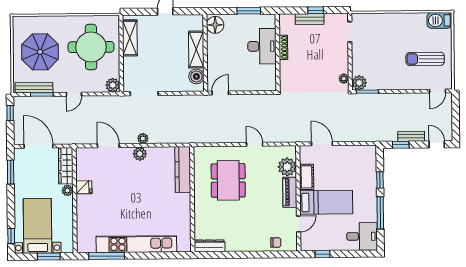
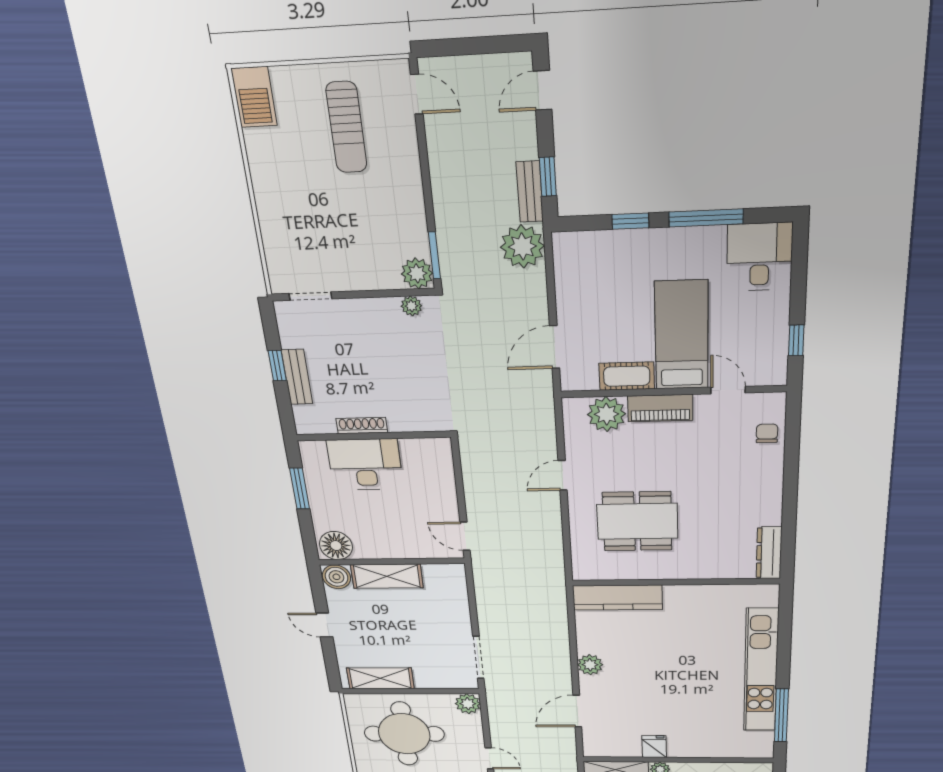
boiler: (196, 76) -> (336, 577), moved
bench: (411, 136) -> (530, 192), moved
plant: (143, 138) -> (522, 246), moved, width x1.87, depth x1.87

